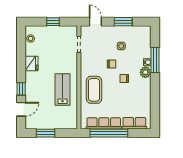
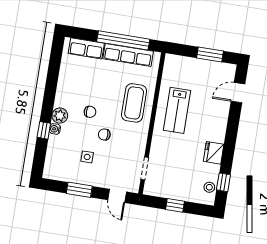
window: (155, 60) -> (44, 130), width x0.46
window: (21, 89) -> (223, 182), moved

